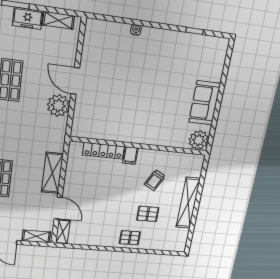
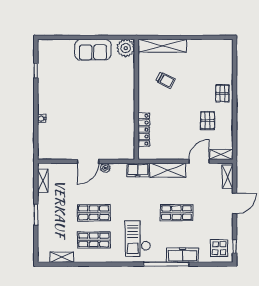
freezer: (28, 18) -> (138, 170), moved, turned 90
plant: (58, 105) -> (105, 168), width x0.53, depth x0.53
filing cabinet: (130, 155) -> (146, 106), removed
shelving: (188, 203) -> (162, 46), moved
pallet: (148, 214) -> (208, 120), moved

